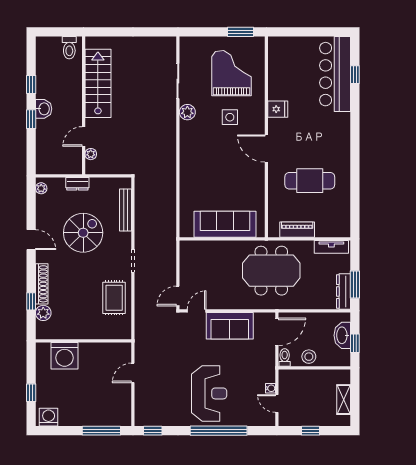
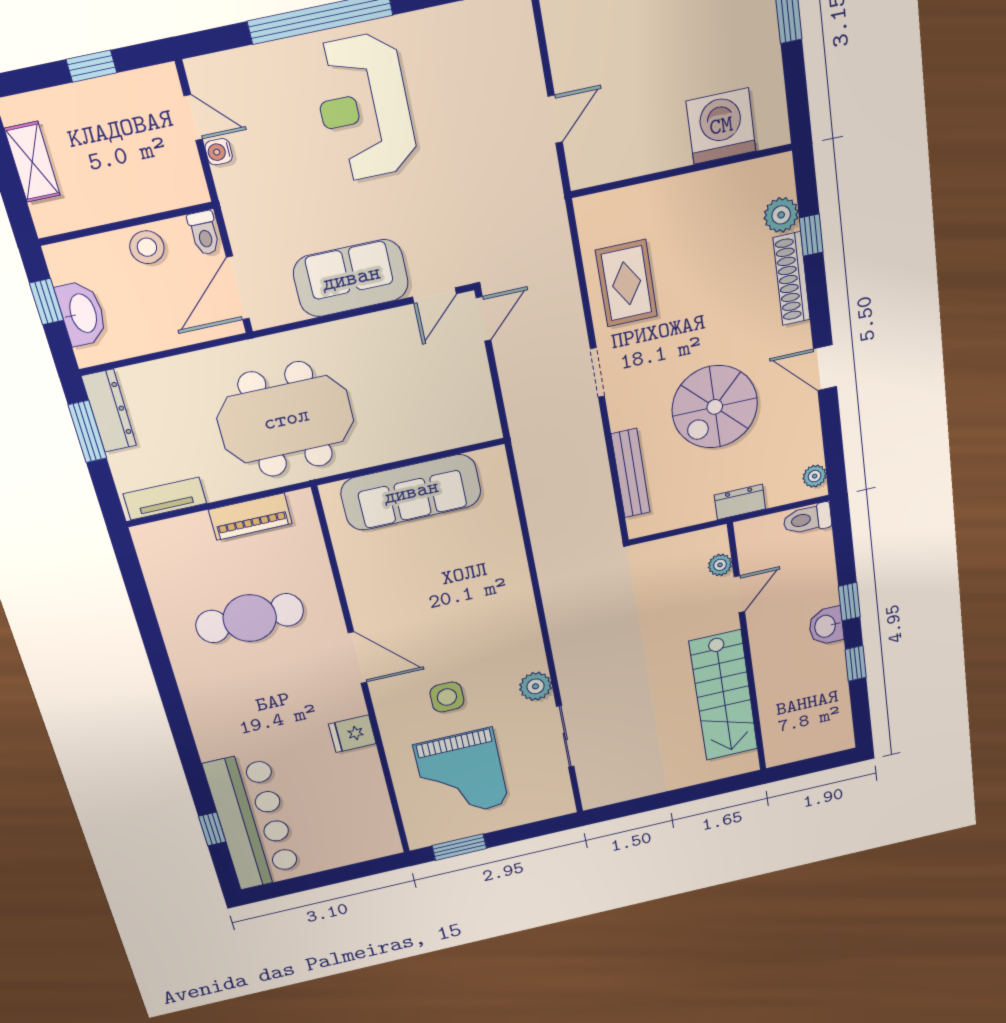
toilet: (69, 48) -> (807, 519), moved, turned -90

